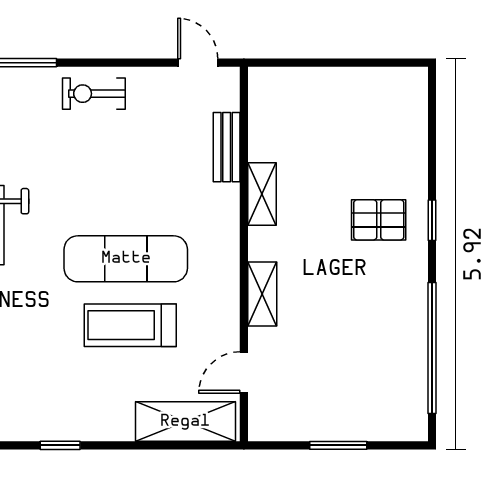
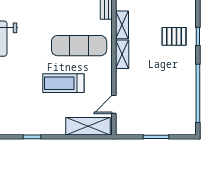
exercise mat: (126, 259) -> (79, 46), moved
shelving: (262, 294) -> (122, 54), moved

